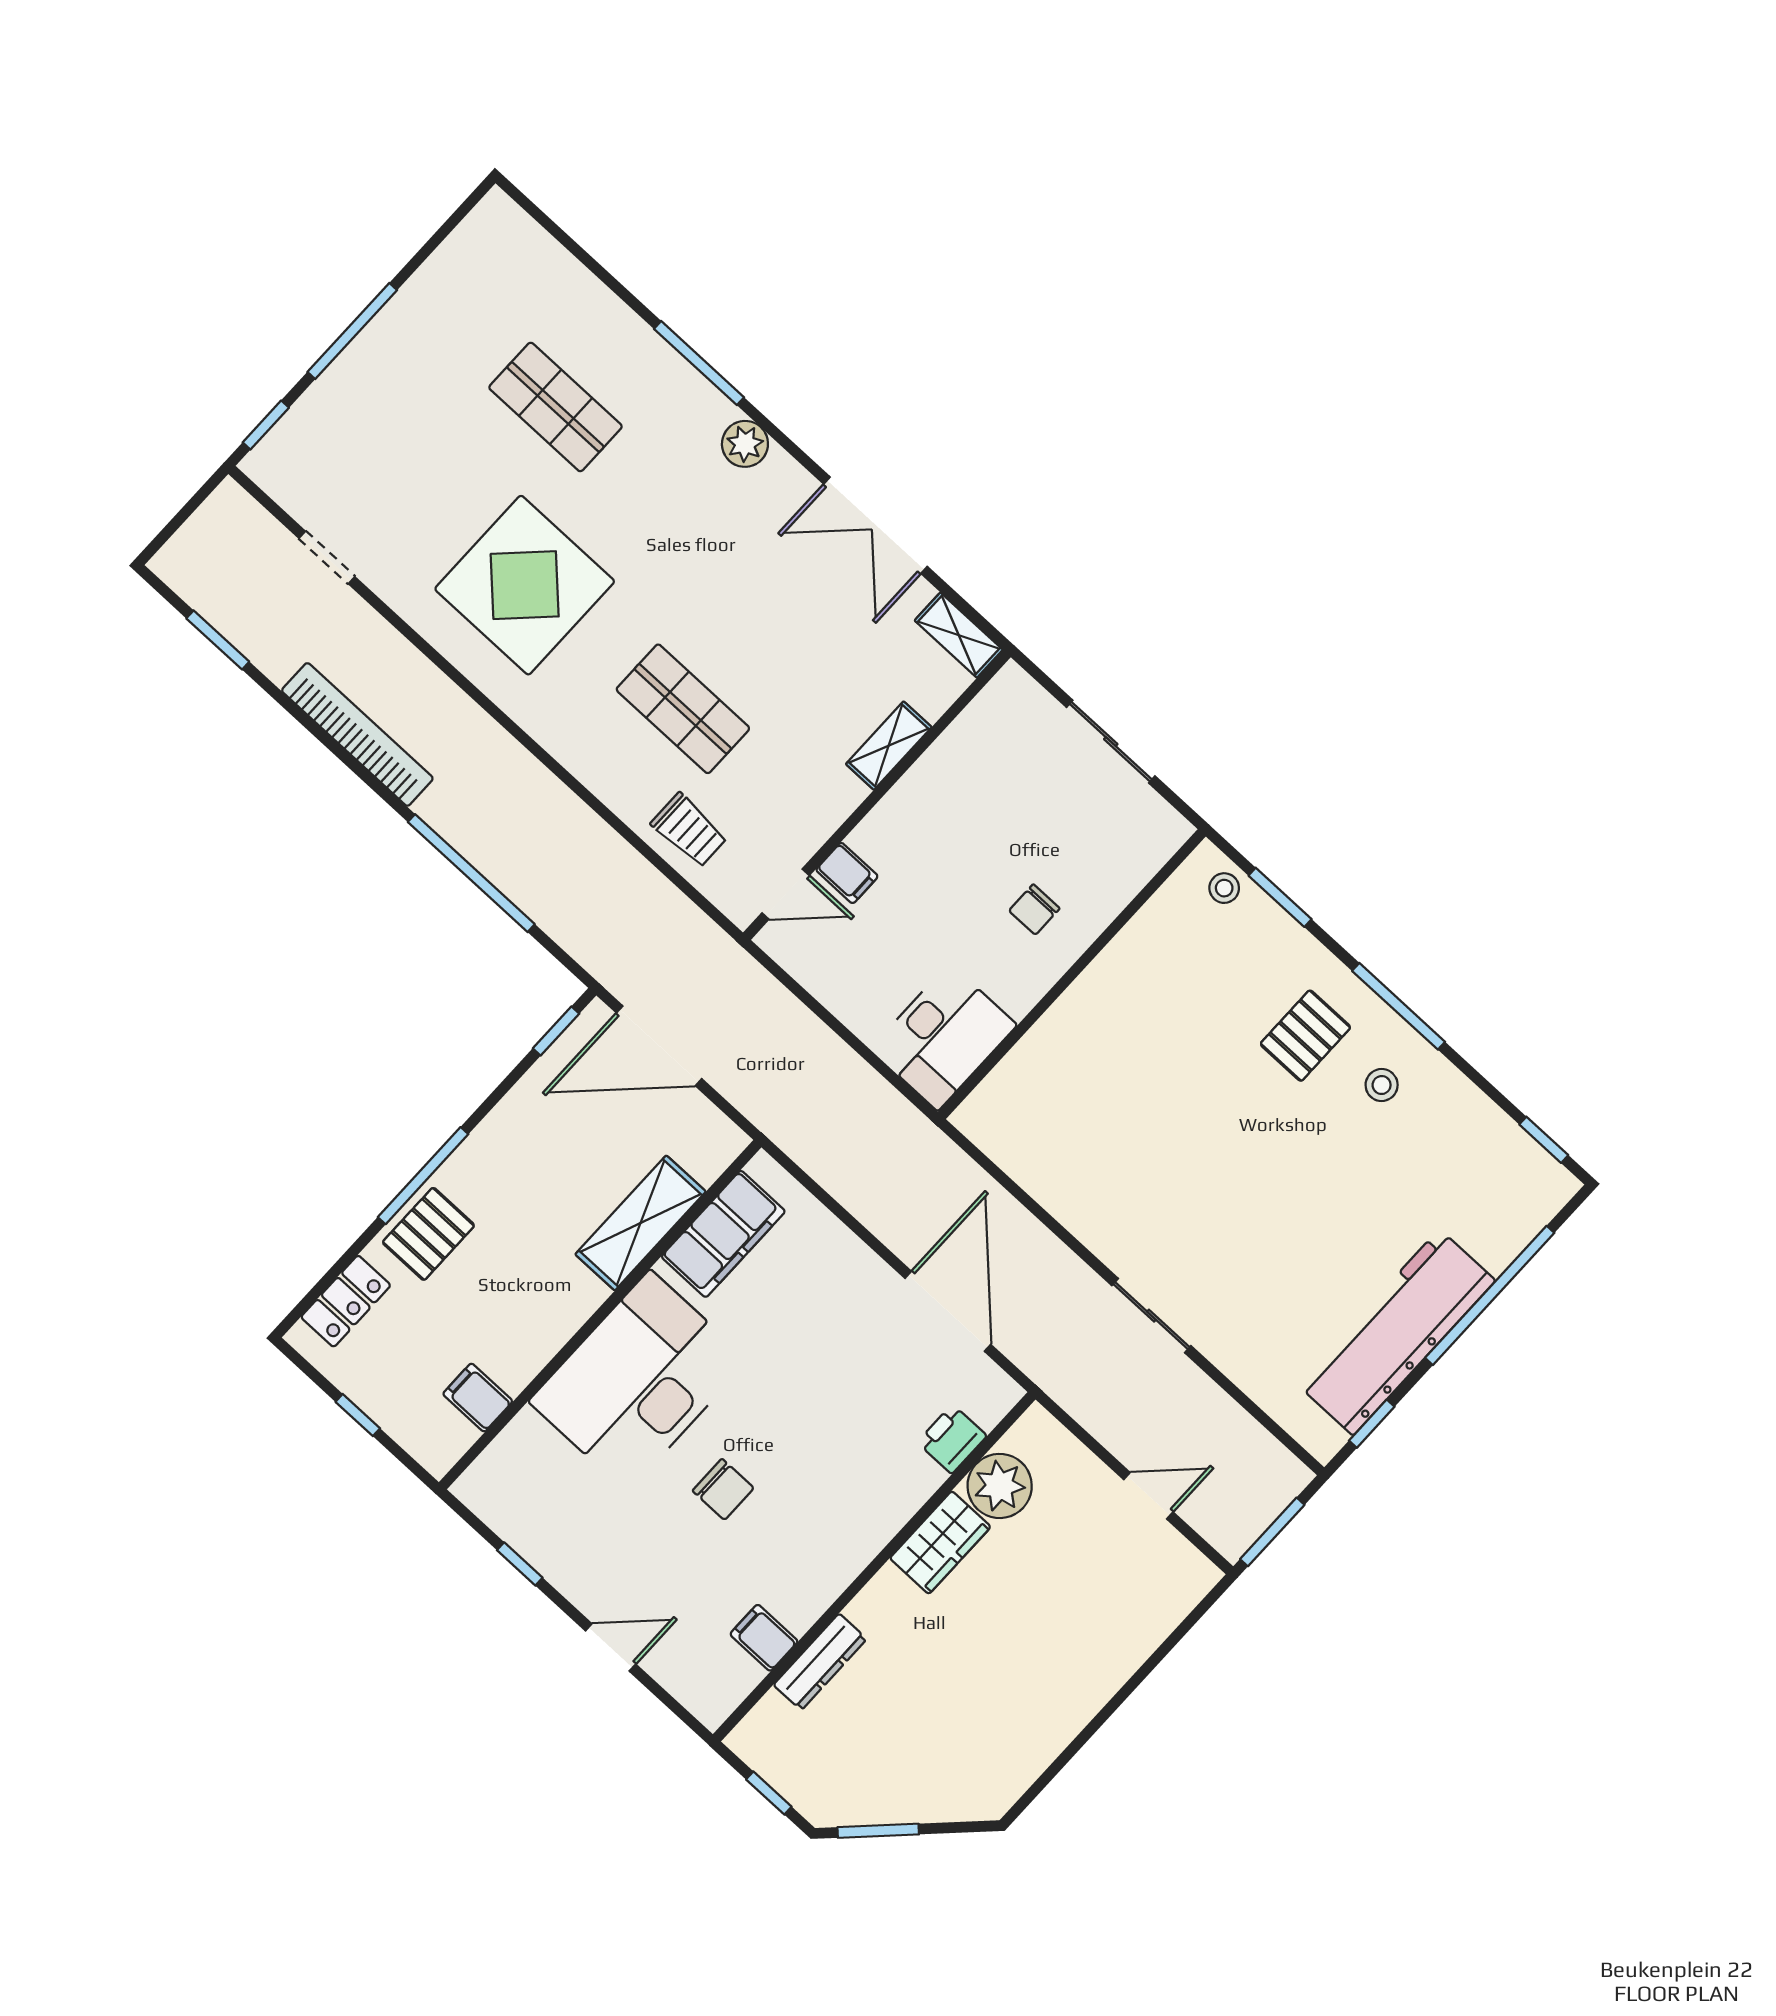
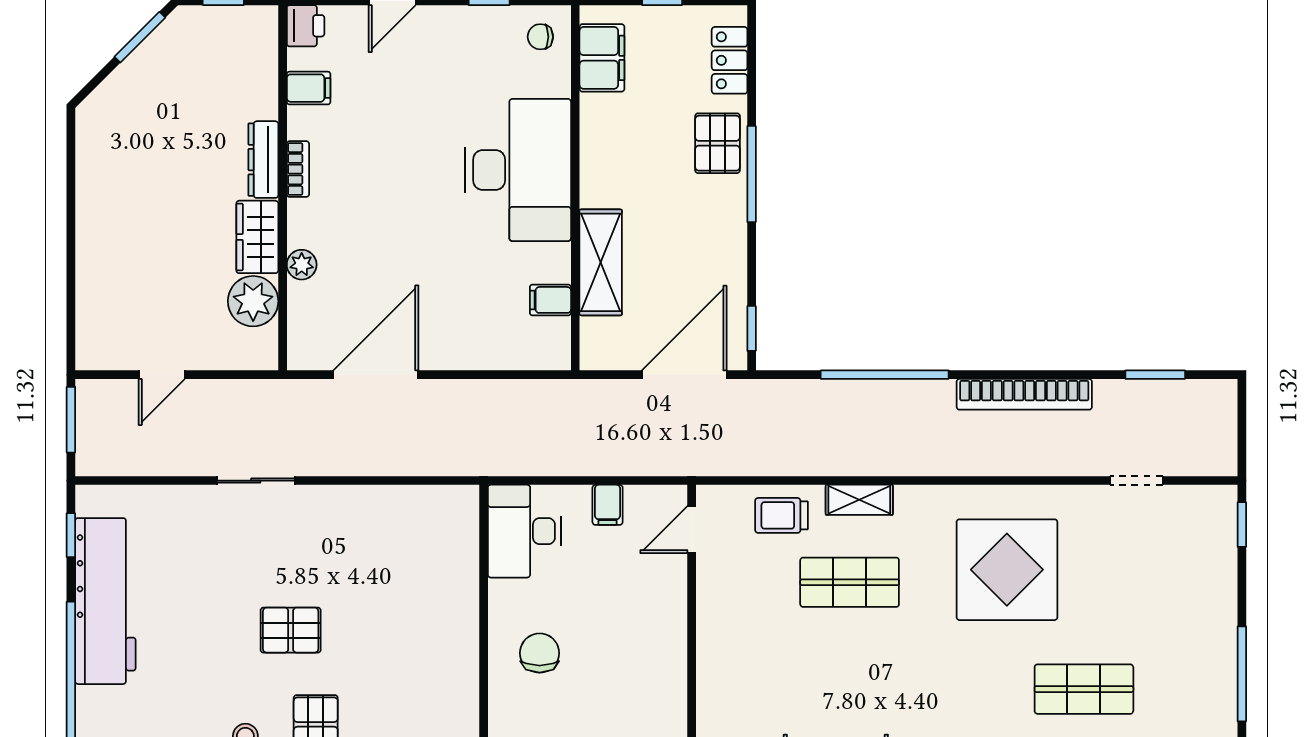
window: (352, 331) -> (1242, 674), moved
shelving: (889, 746) -> (859, 500), moved, turned 90
filing cabinet: (847, 873) -> (608, 505), moved, turned -90
chair: (1034, 910) -> (540, 653), width x1.37, depth x1.37
pallet: (1248, 1146) -> (291, 630), added
filing cabinet: (723, 1234) -> (550, 300), width x0.33, depth x0.86
door: (948, 1311) -> (376, 375), swing flipped
filing cabinet: (478, 1398) -> (602, 58), width x2.00
printer: (952, 1439) -> (306, 26), moved
plant: (923, 1478) -> (302, 265), added
chair: (723, 1489) -> (540, 37), moved, width x0.73, depth x0.73
bookcase: (844, 1571) -> (298, 169), added
dresser: (820, 1662) -> (263, 160), moved

